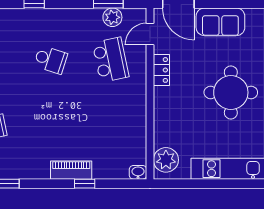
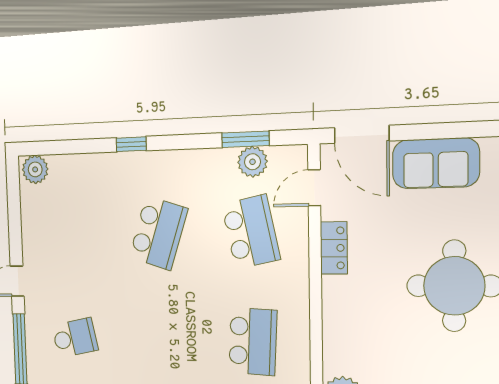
school desk: (51, 60) -> (158, 233), width x1.85
school desk: (111, 127) -> (253, 341), added

